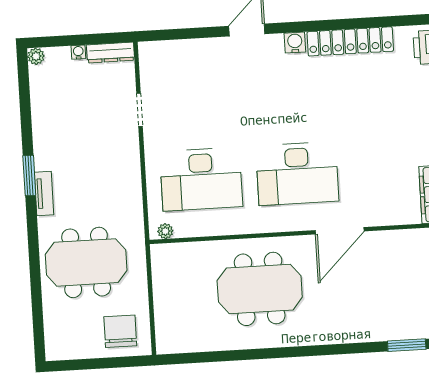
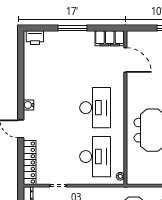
locker: (350, 41) -> (30, 163), moved
door: (340, 231) -> (125, 60), moved

